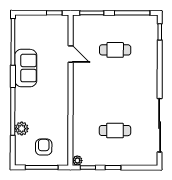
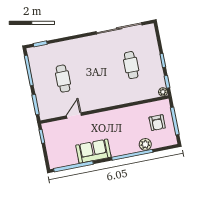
armchair: (44, 147) -> (157, 123), turned -90

